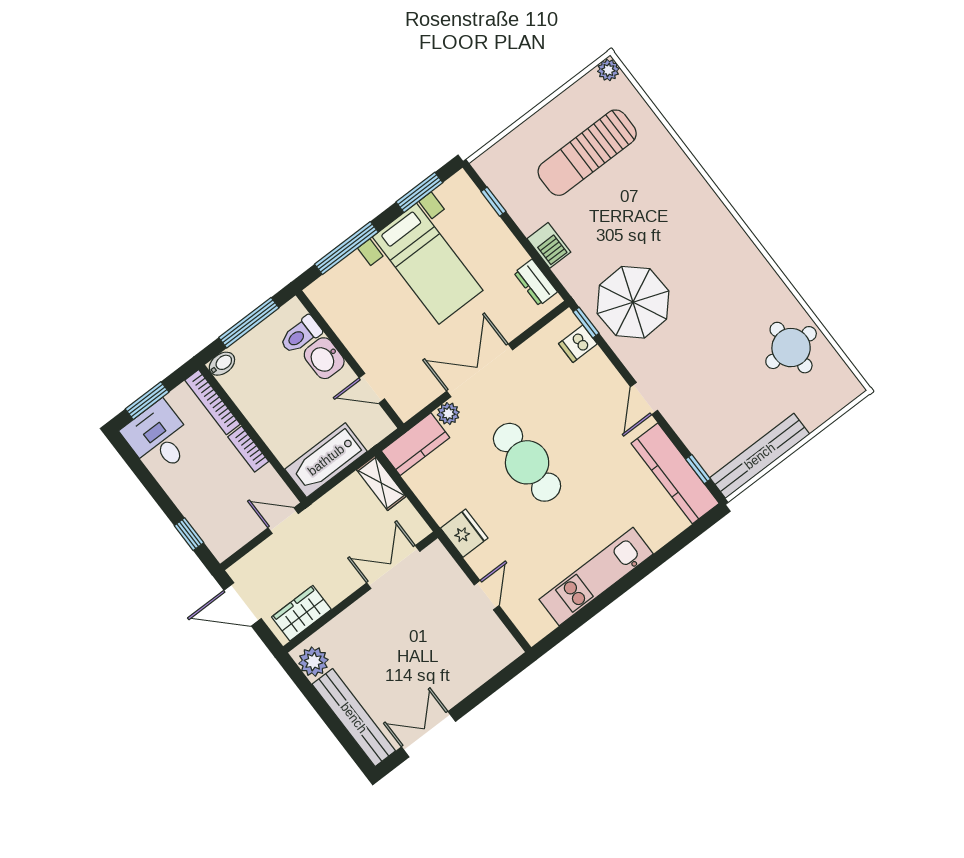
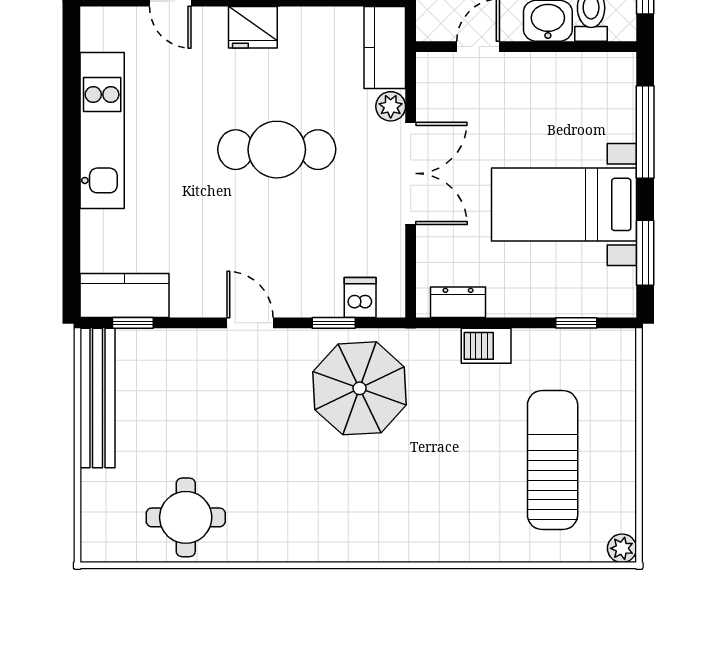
window: (586, 323) -> (334, 323), moved
kitchen counter: (675, 473) -> (124, 296), width x0.67

